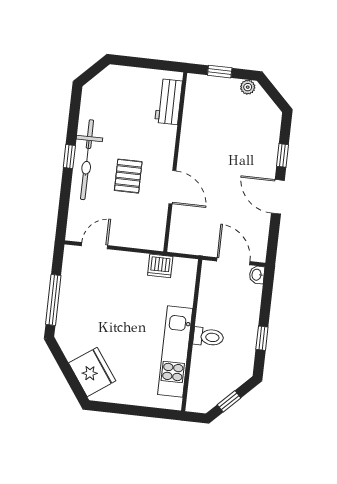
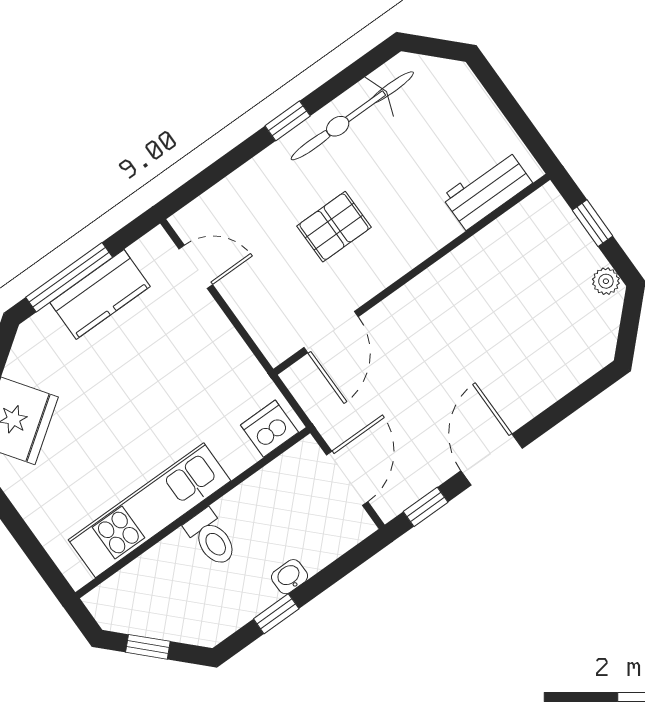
window: (282, 155) -> (426, 507), moved
bicycle: (87, 160) -> (352, 116), moved
door: (172, 187) -> (331, 332), moved
dishwasher: (160, 266) -> (269, 429), moved, turned 90
washbasin: (257, 275) -> (290, 577), moved
kitchen counter: (71, 294) -> (100, 294), added

